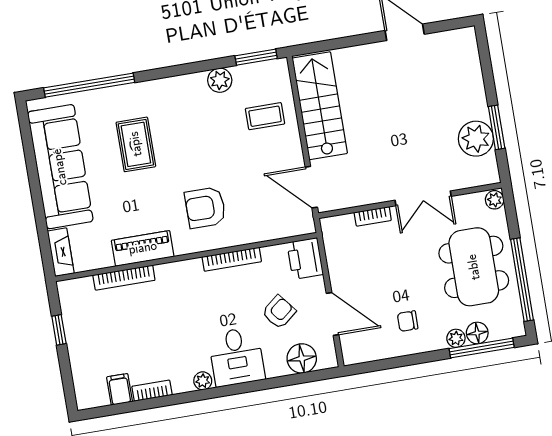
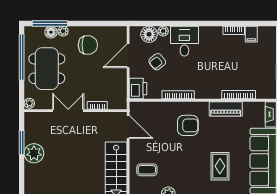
plant: (476, 139) -> (34, 153), moved
door: (333, 314) -> (128, 56), hinge flipped
chair: (408, 321) -> (88, 45), width x1.87, depth x1.87
plant: (203, 381) -> (163, 31), moved

